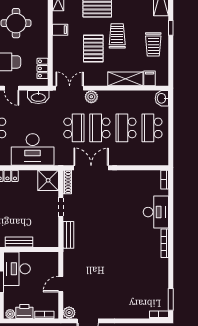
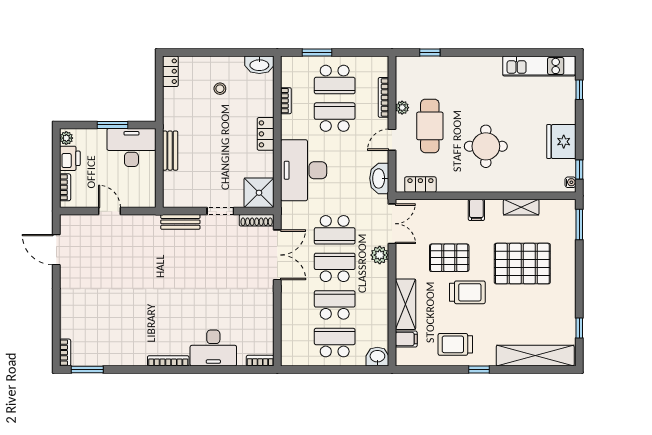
plant: (69, 313) -> (68, 223), removed

